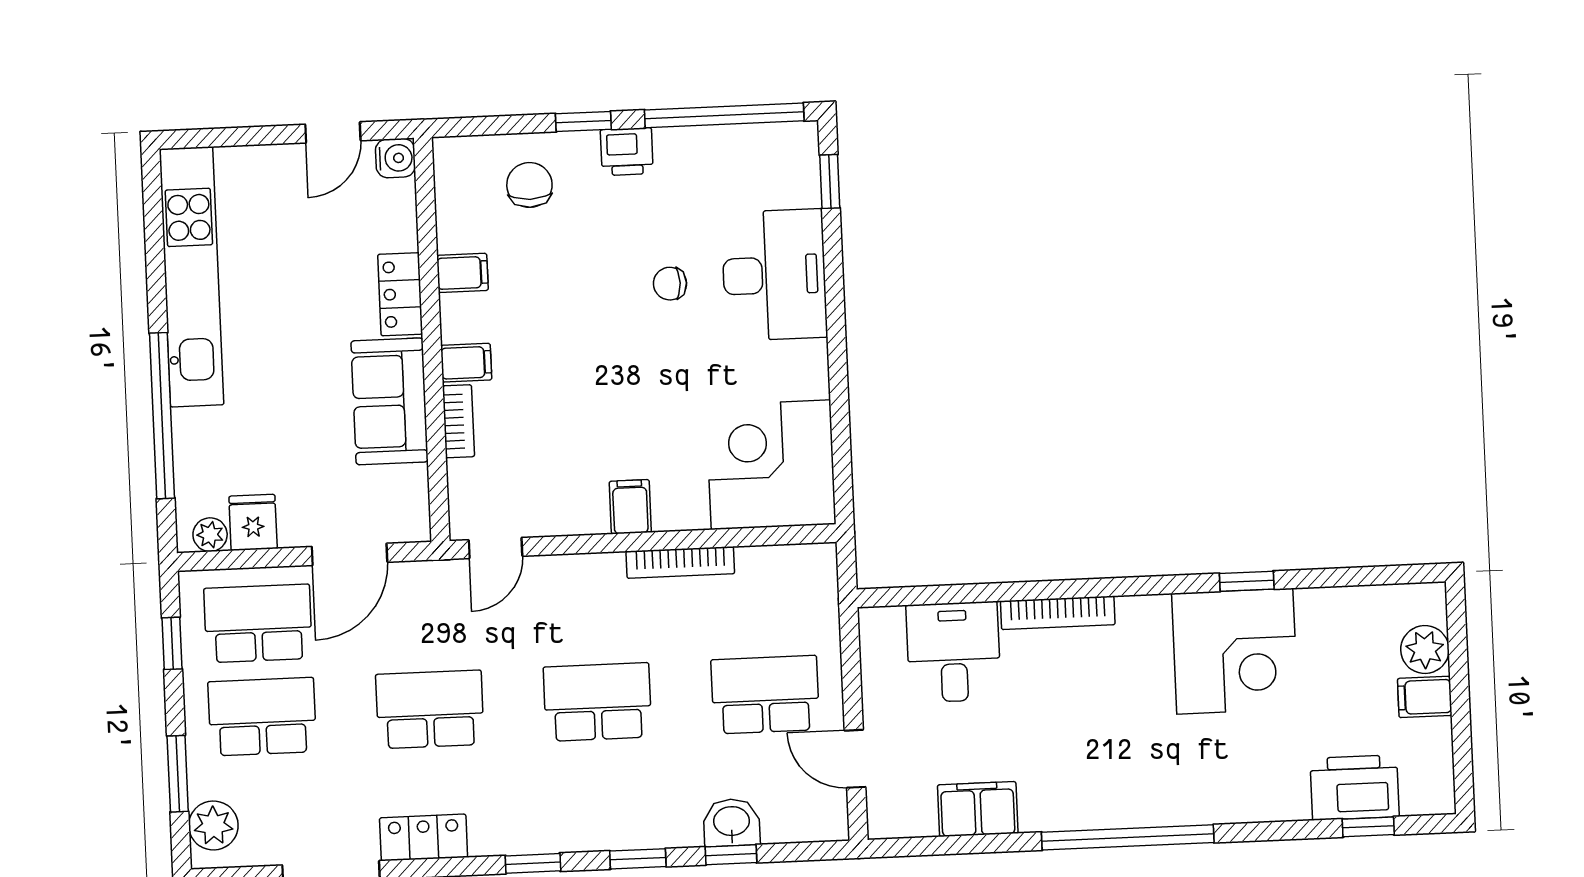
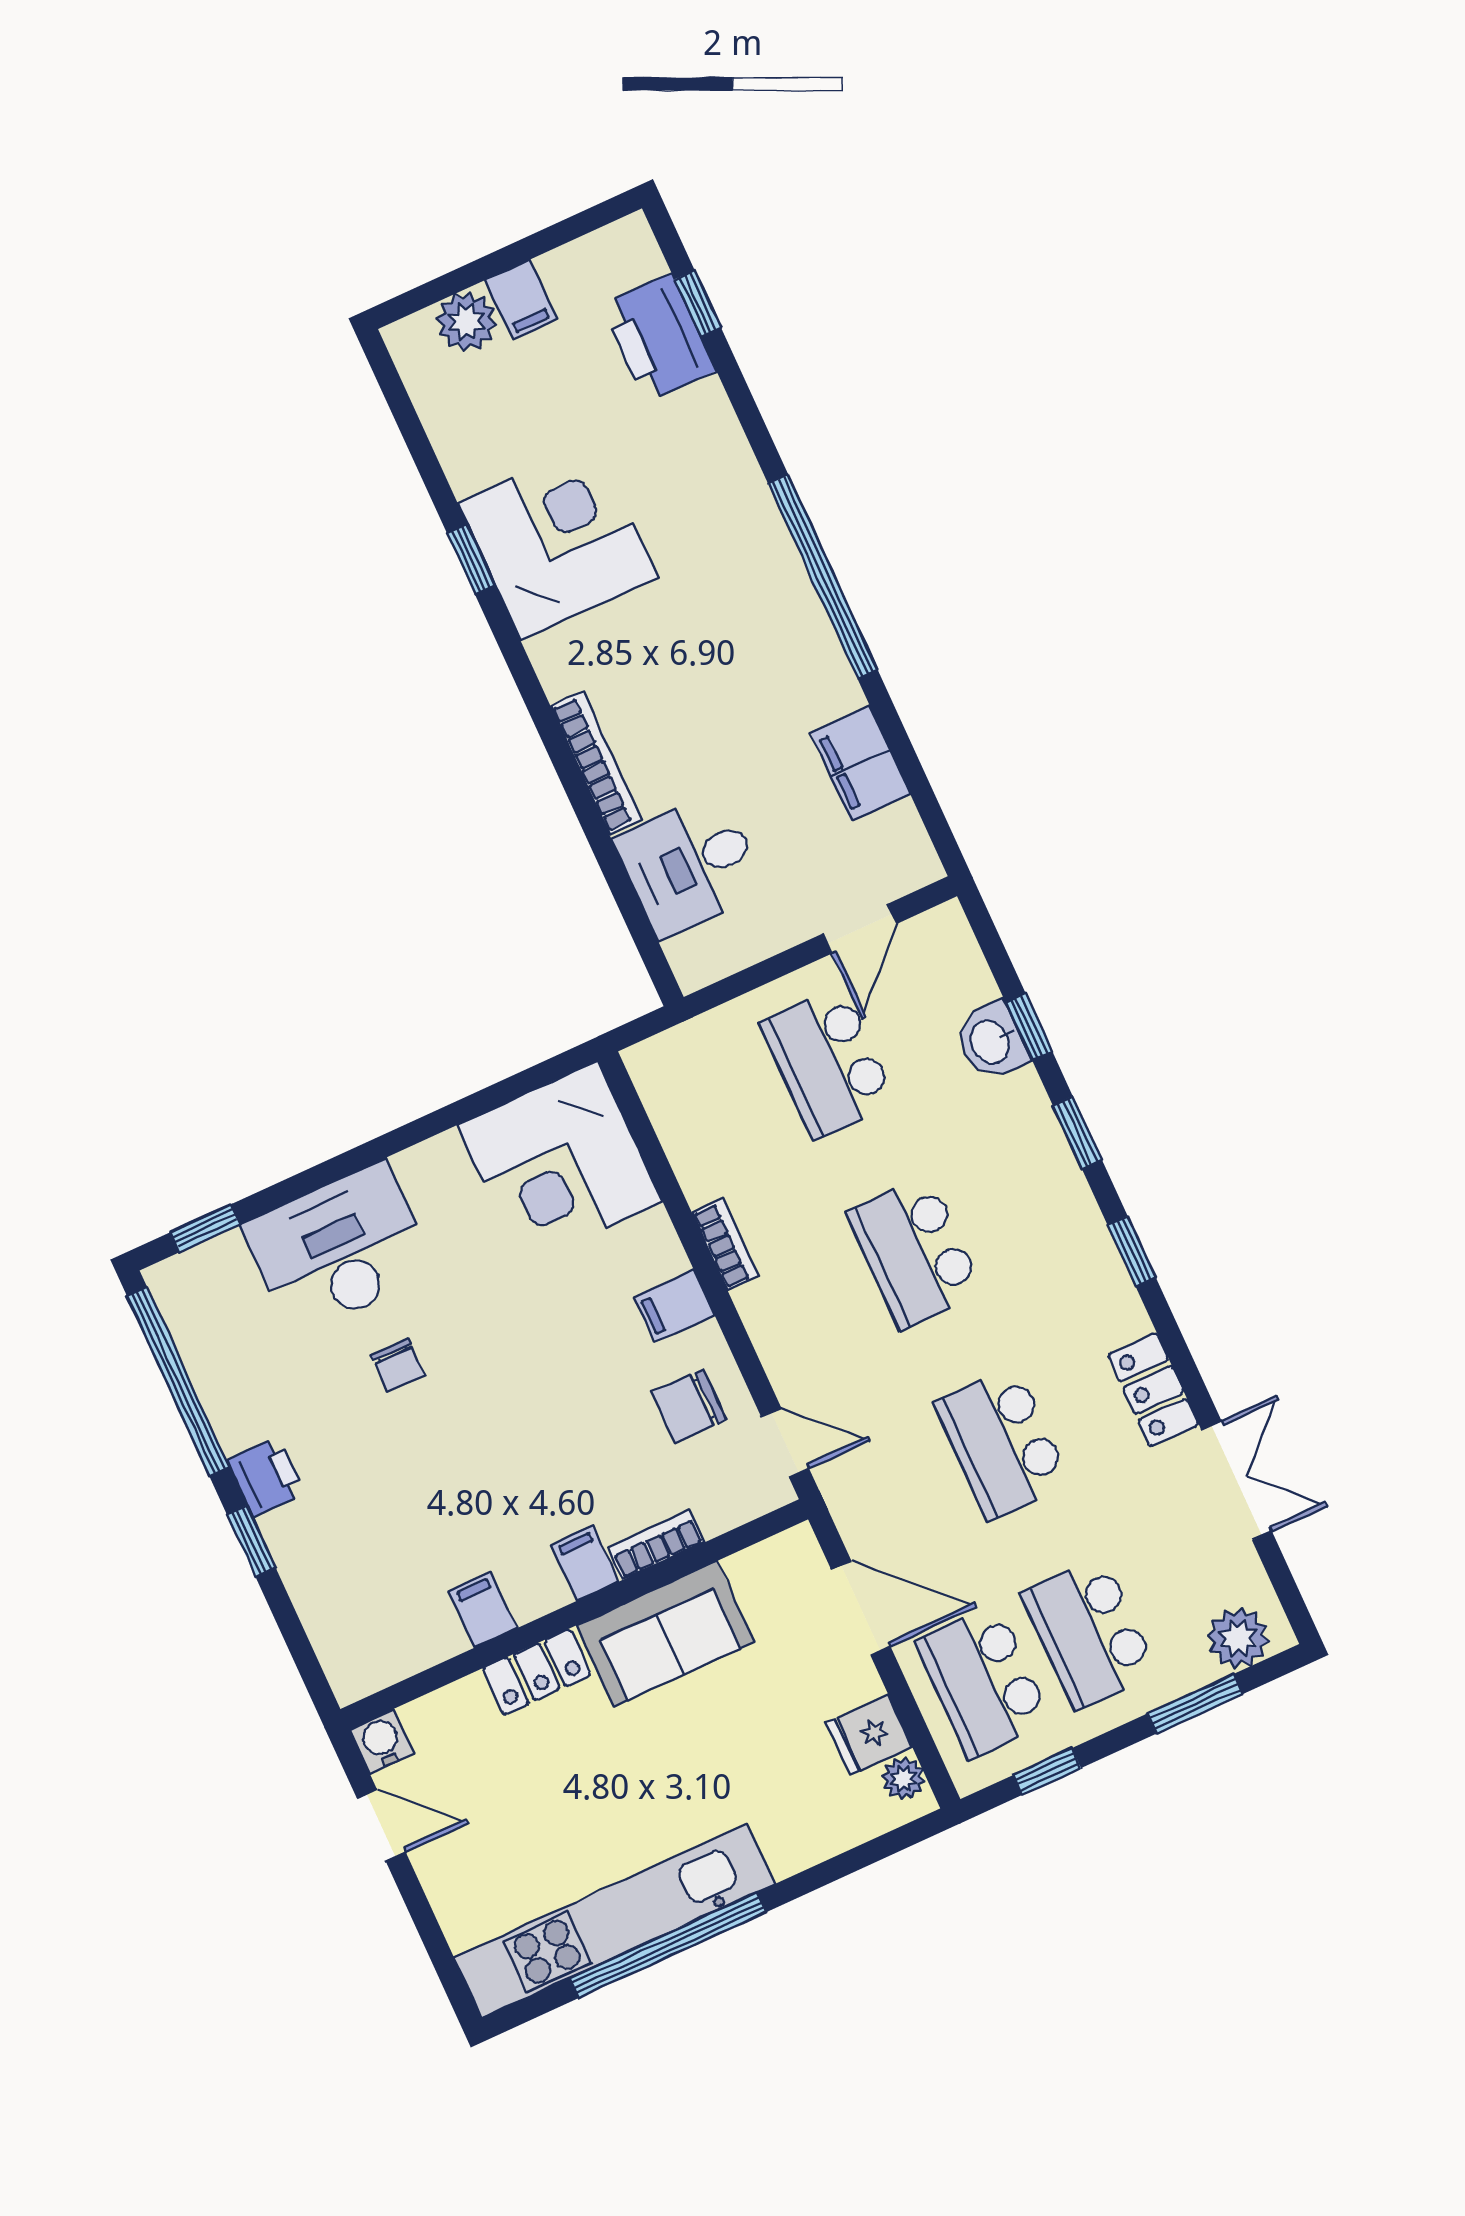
chair: (529, 185) -> (689, 1406), moved
window: (162, 416) -> (668, 1945), moved
bookcase: (680, 562) -> (725, 1244), width x0.64

